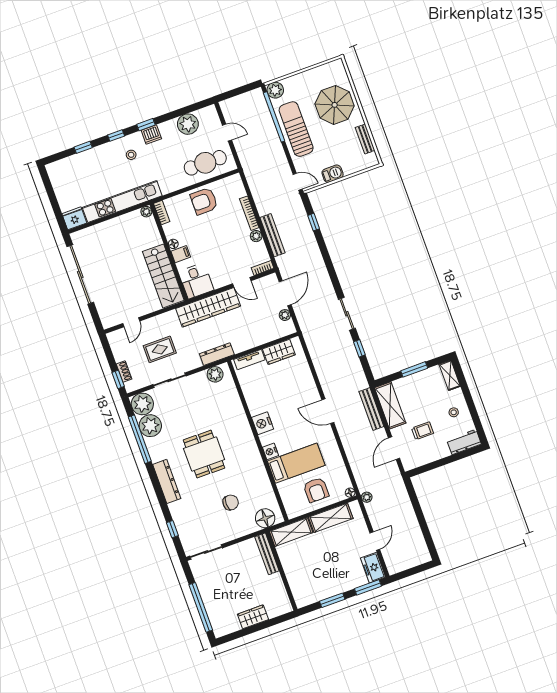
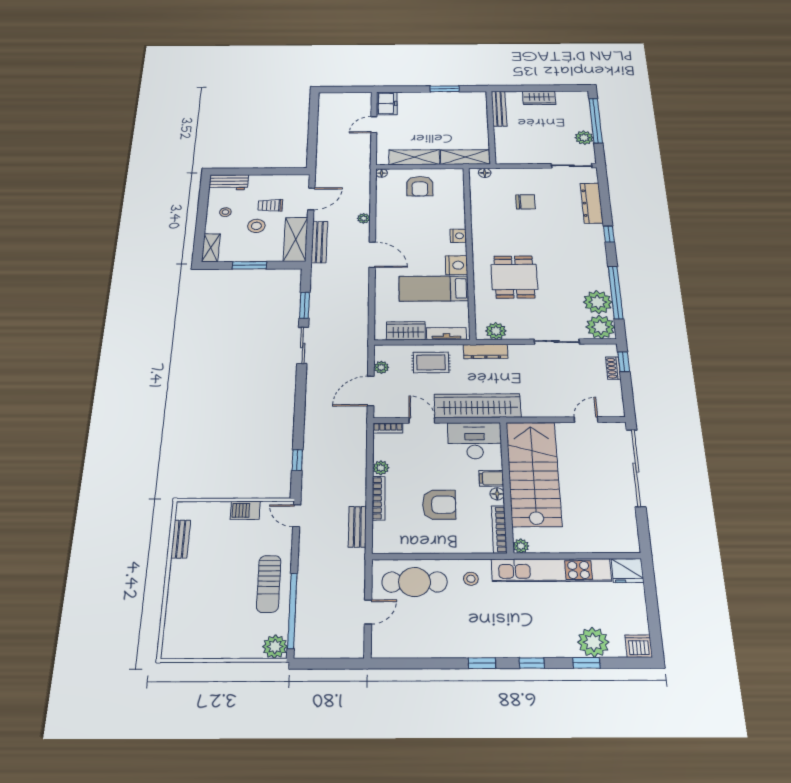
parasol: (335, 105) -> (201, 597), removed
plant: (188, 124) -> (593, 642), moved
sun lounger: (296, 129) -> (269, 584), width x0.73, depth x0.75
door: (227, 133) -> (368, 612), swing flipped
dishwasher: (151, 134) -> (639, 646), moved
stool: (131, 155) -> (471, 579), moved
armchair: (204, 201) -> (439, 505), moved
bookcase: (162, 213) -> (499, 529), width x1.56
bench: (273, 235) -> (357, 527), moved, width x0.73
sliding door: (80, 274) -> (636, 468), moved
stairs: (163, 276) -> (534, 474), width x1.36, depth x1.51
desk: (196, 281) -> (475, 441), width x1.37
window: (359, 348) -> (305, 305), width x1.50
rug: (160, 349) -> (431, 362), moved
stool: (425, 408) -> (256, 226), added
dining table: (204, 454) -> (514, 277), moved
bed: (296, 463) -> (434, 289), moved
dresser: (167, 481) -> (592, 203), moved
armchair: (316, 490) -> (420, 186), turned 180
plant: (367, 497) -> (364, 218), moved
chair: (231, 502) -> (525, 202), turned 180
floor lamp: (265, 518) -> (485, 173), width x0.53, depth x0.53
window: (172, 529) -> (609, 234), moved
bench: (267, 554) -> (499, 109), moved
plant: (205, 585) -> (584, 138), added
window: (368, 587) -> (400, 89), removed

